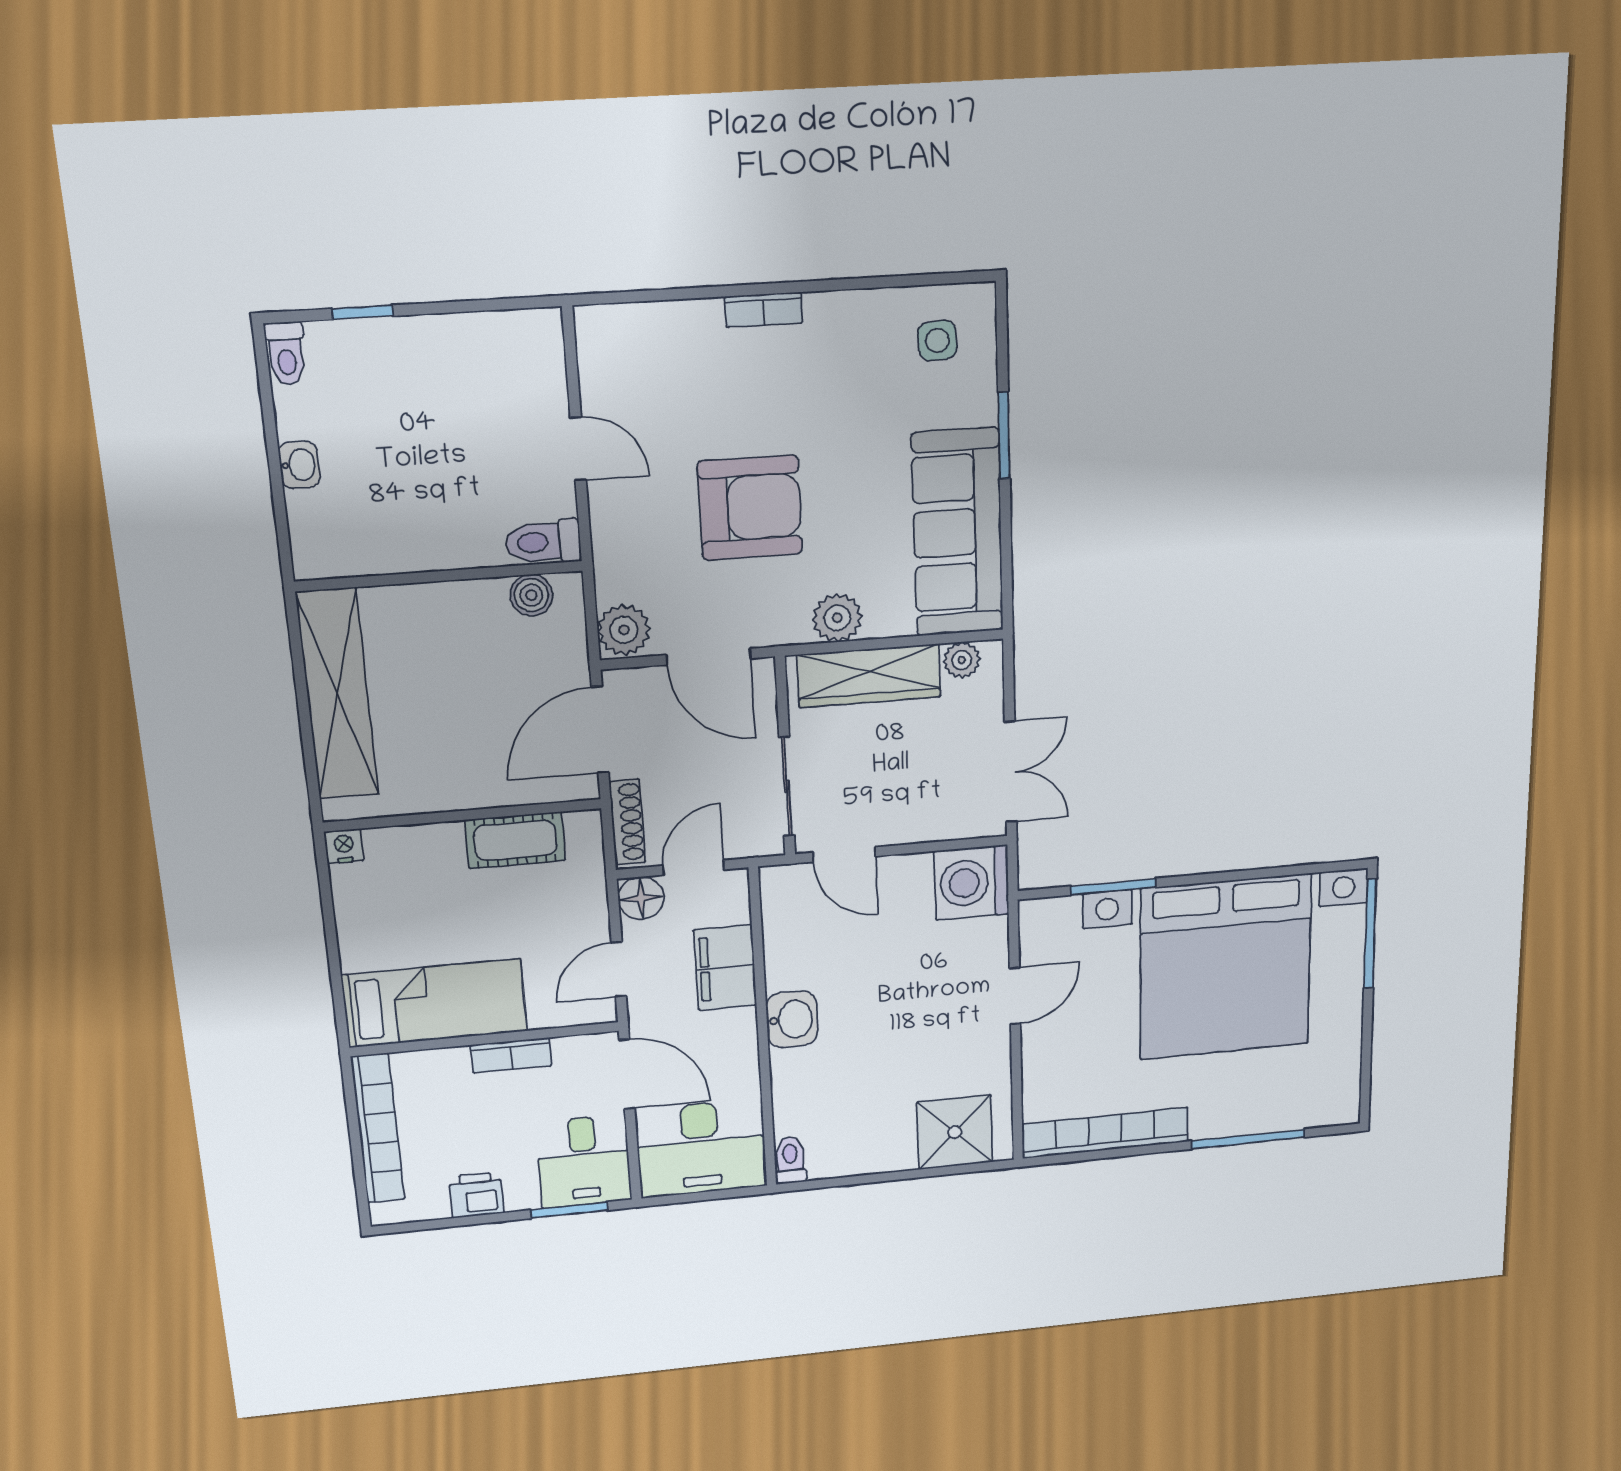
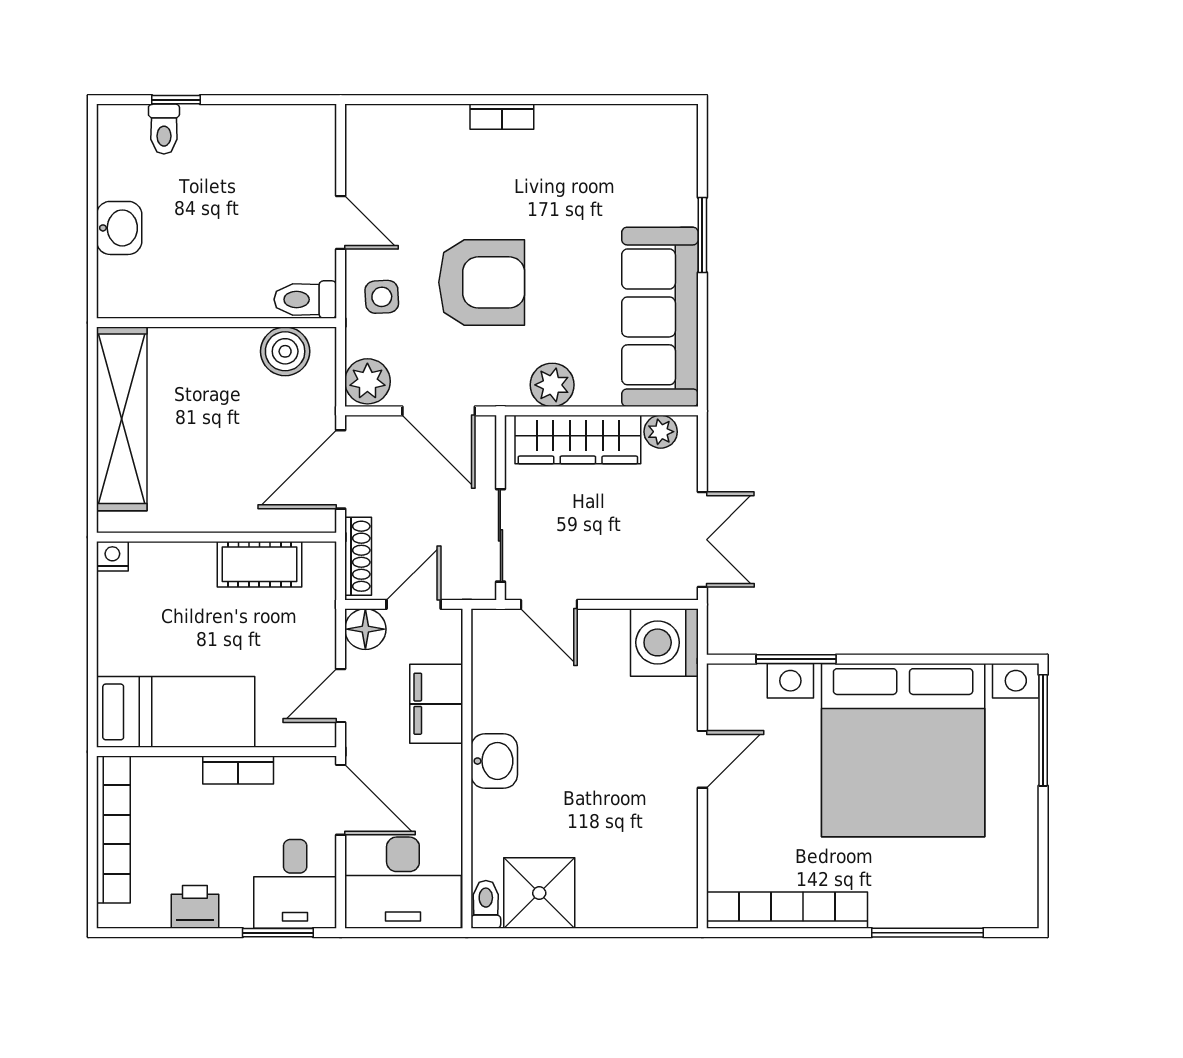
side table: (937, 341) -> (382, 297), moved
toilet: (286, 353) -> (164, 129), moved
washbasin: (299, 465) -> (119, 228), width x1.38, depth x1.45
boiler: (531, 595) -> (285, 351), width x1.36, depth x1.36
shower: (955, 1132) -> (539, 893), moved

